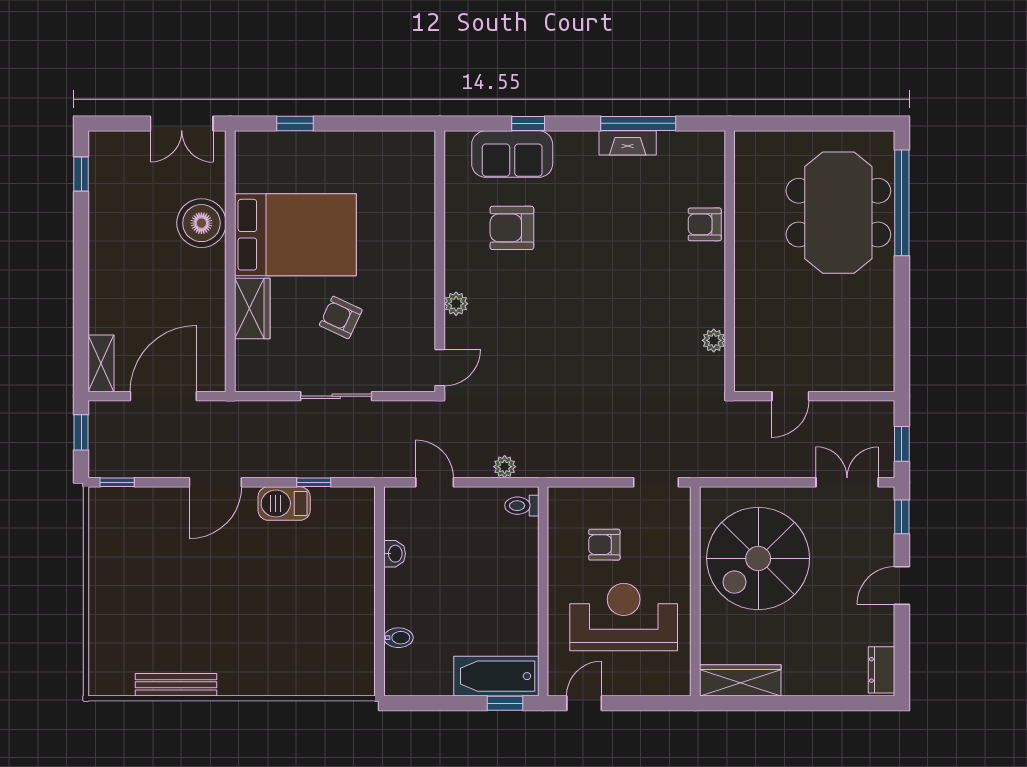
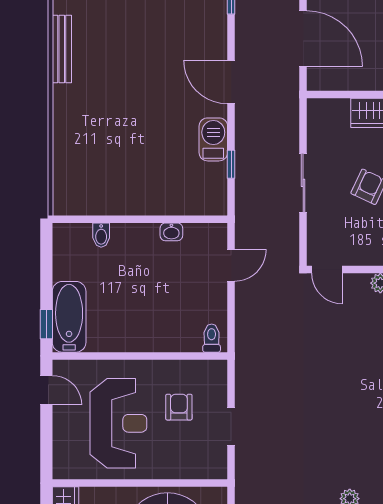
plant: (505, 467) -> (244, 324), removed
doorway: (656, 482) -> (231, 426), moved

